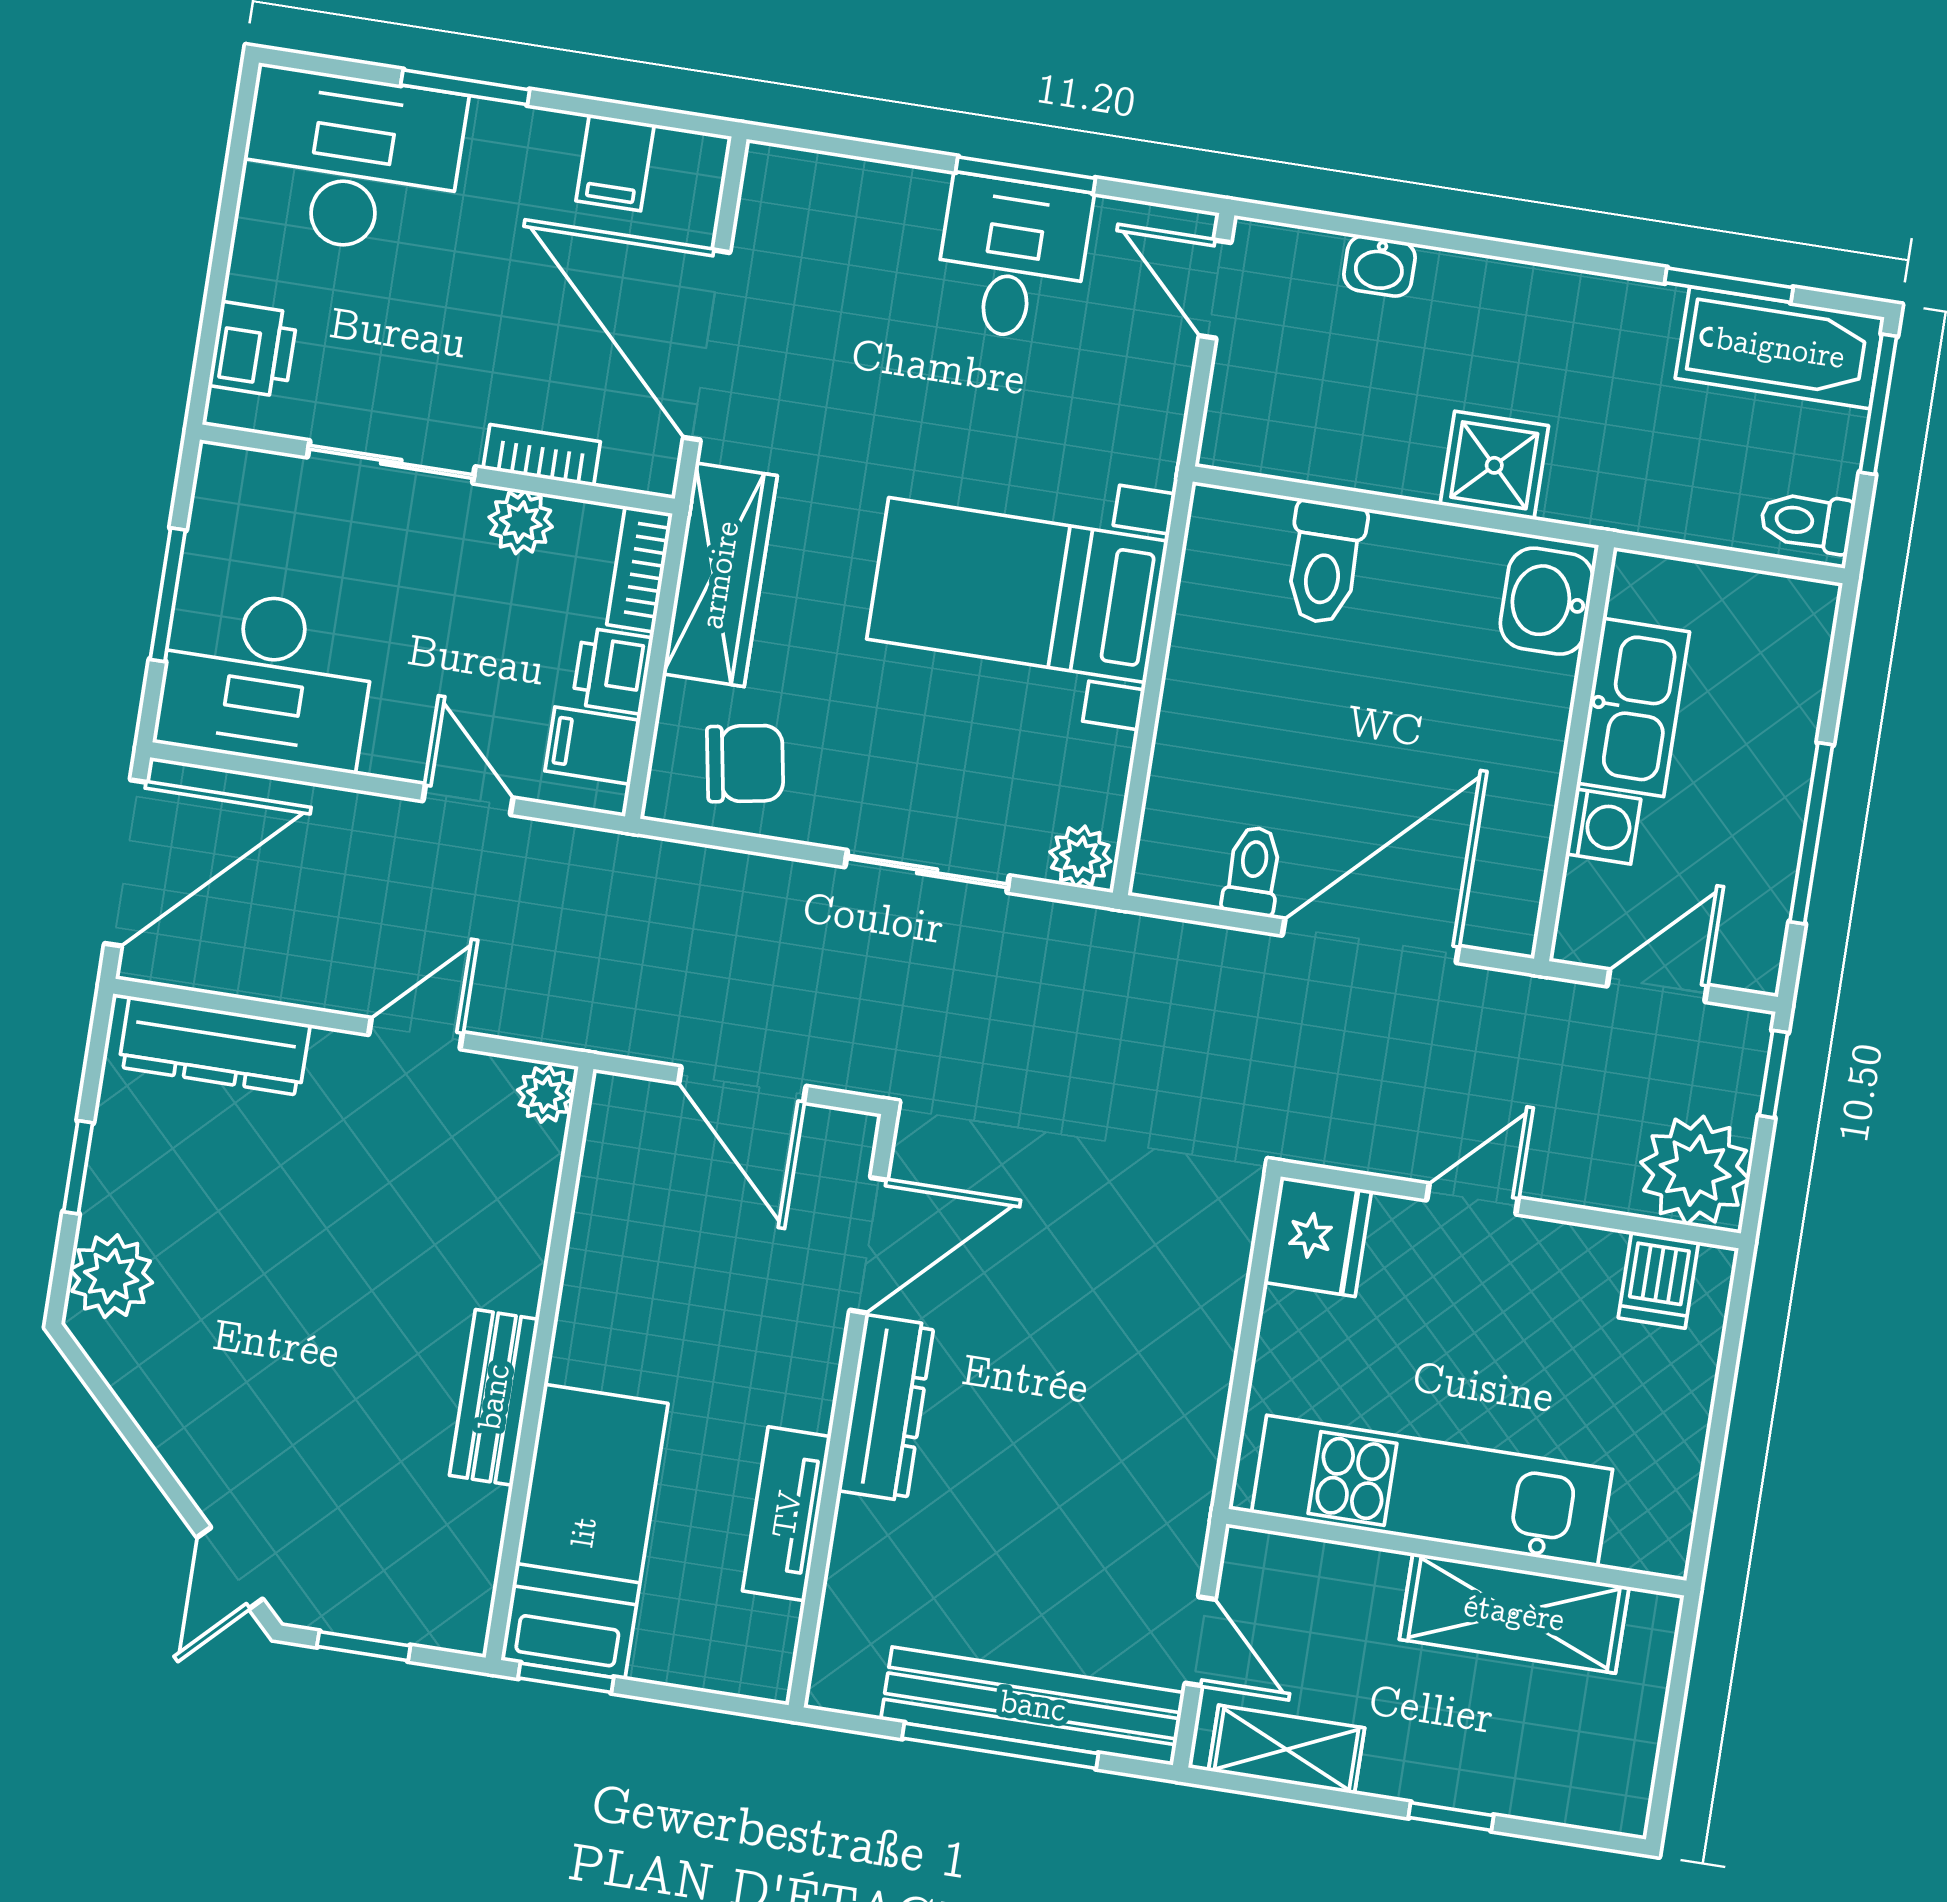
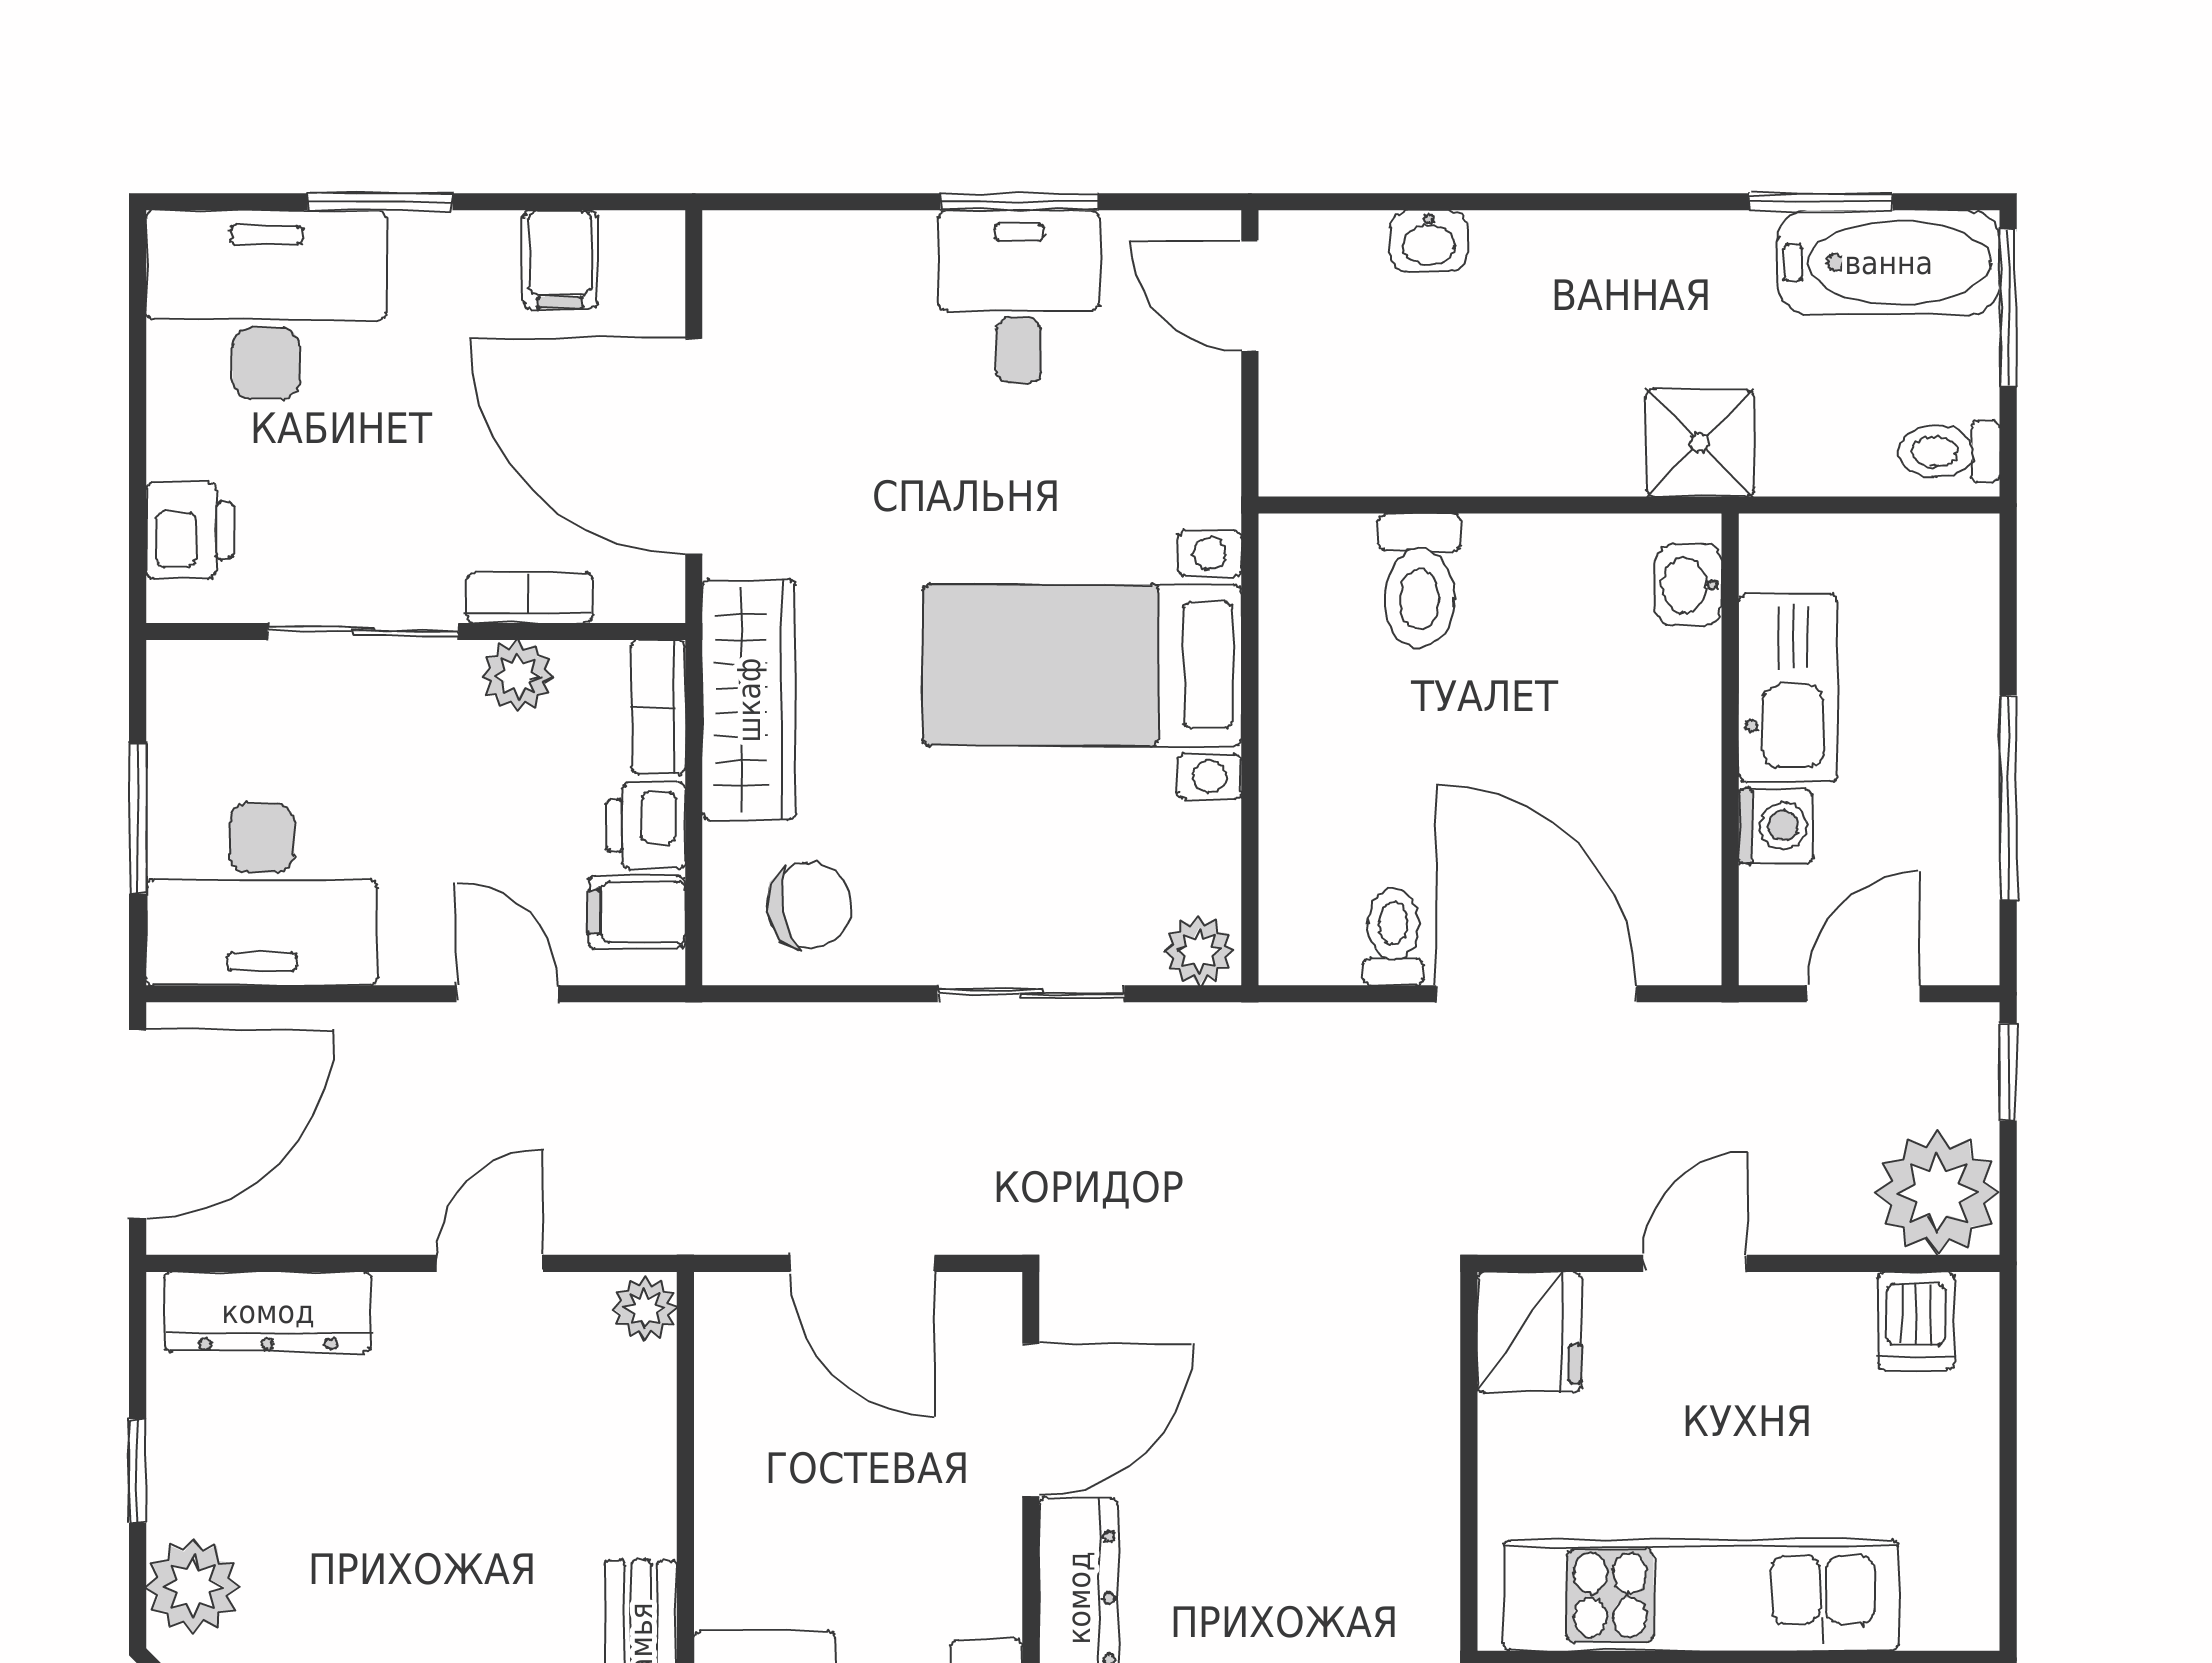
shower: (1494, 465) -> (1700, 443), moved
washbasin: (1547, 601) -> (1688, 585), width x0.72, depth x0.69
door: (1370, 941) -> (1536, 994), hinge flipped

